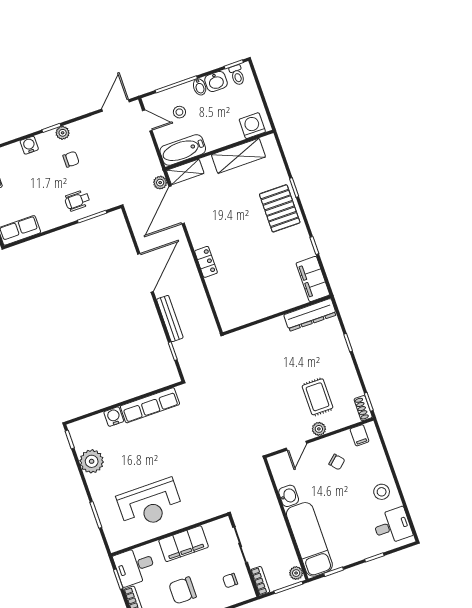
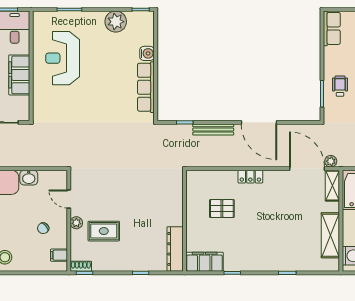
pallet: (280, 208) -> (222, 209), moved, width x0.67, depth x0.71

